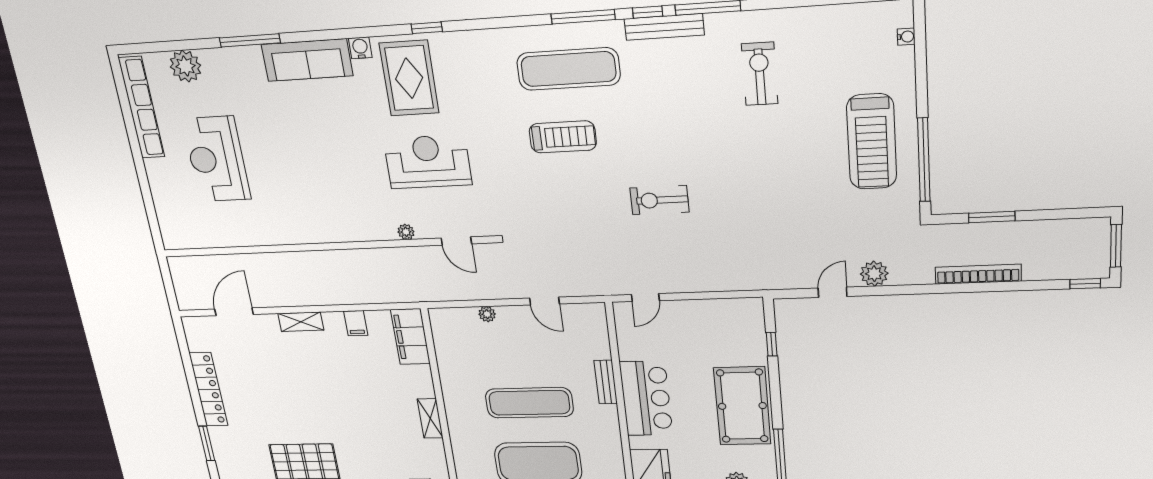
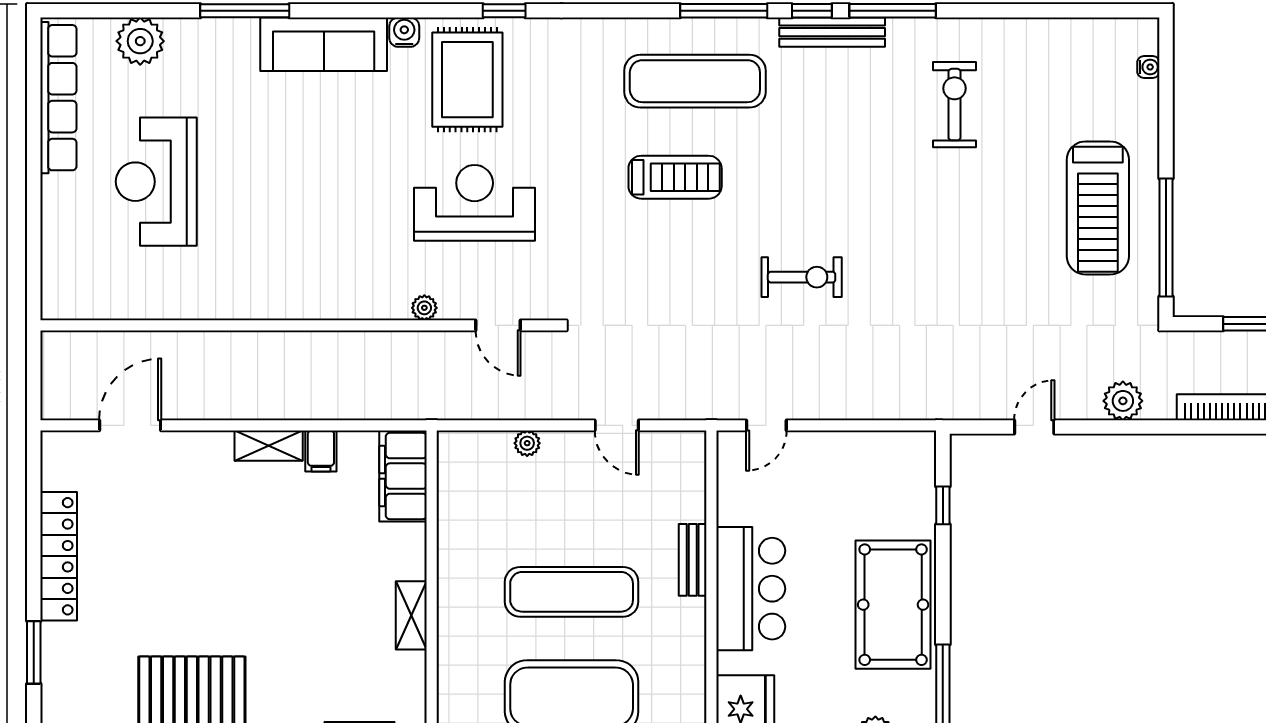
exercise bike: (659, 200) -> (802, 277), turned 180
plant: (874, 274) -> (1123, 401), moved
shelving: (301, 322) -> (269, 446), moved

